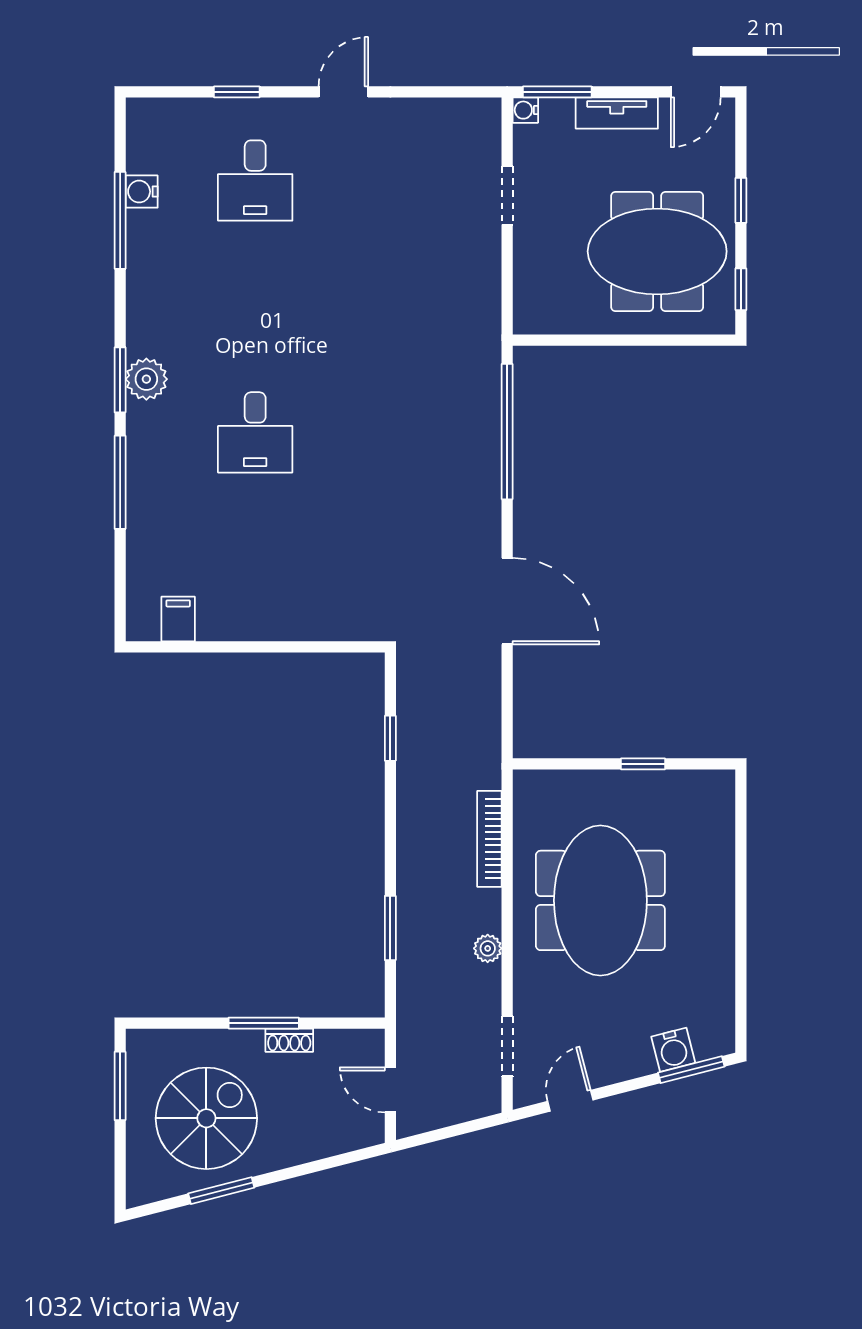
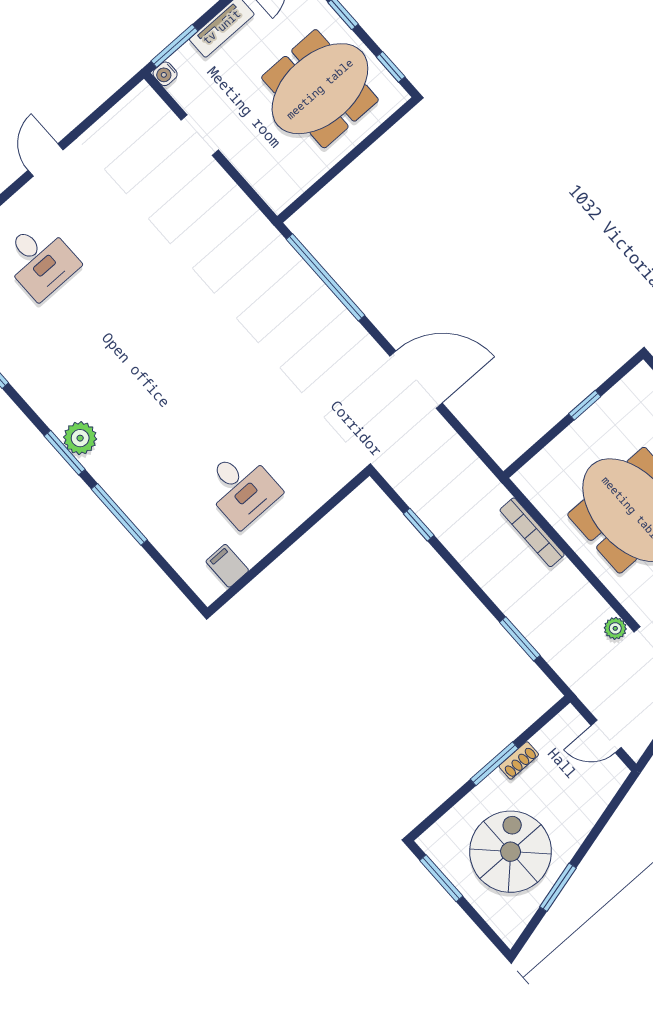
desk: (255, 432) -> (241, 488), moved
plant: (488, 948) -> (615, 628), moved

